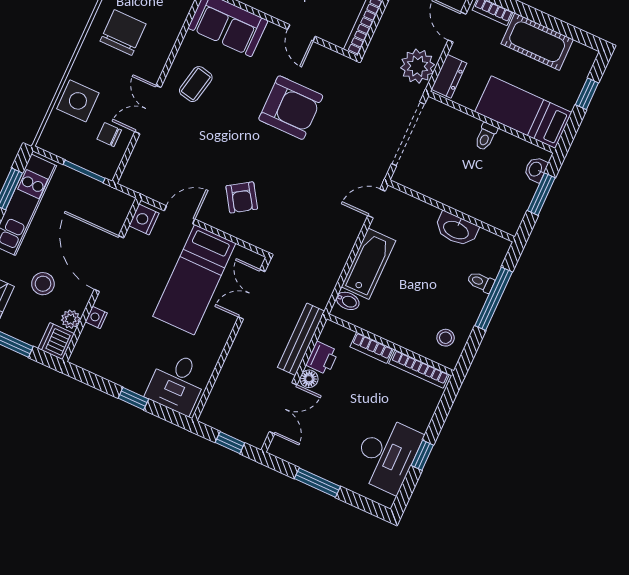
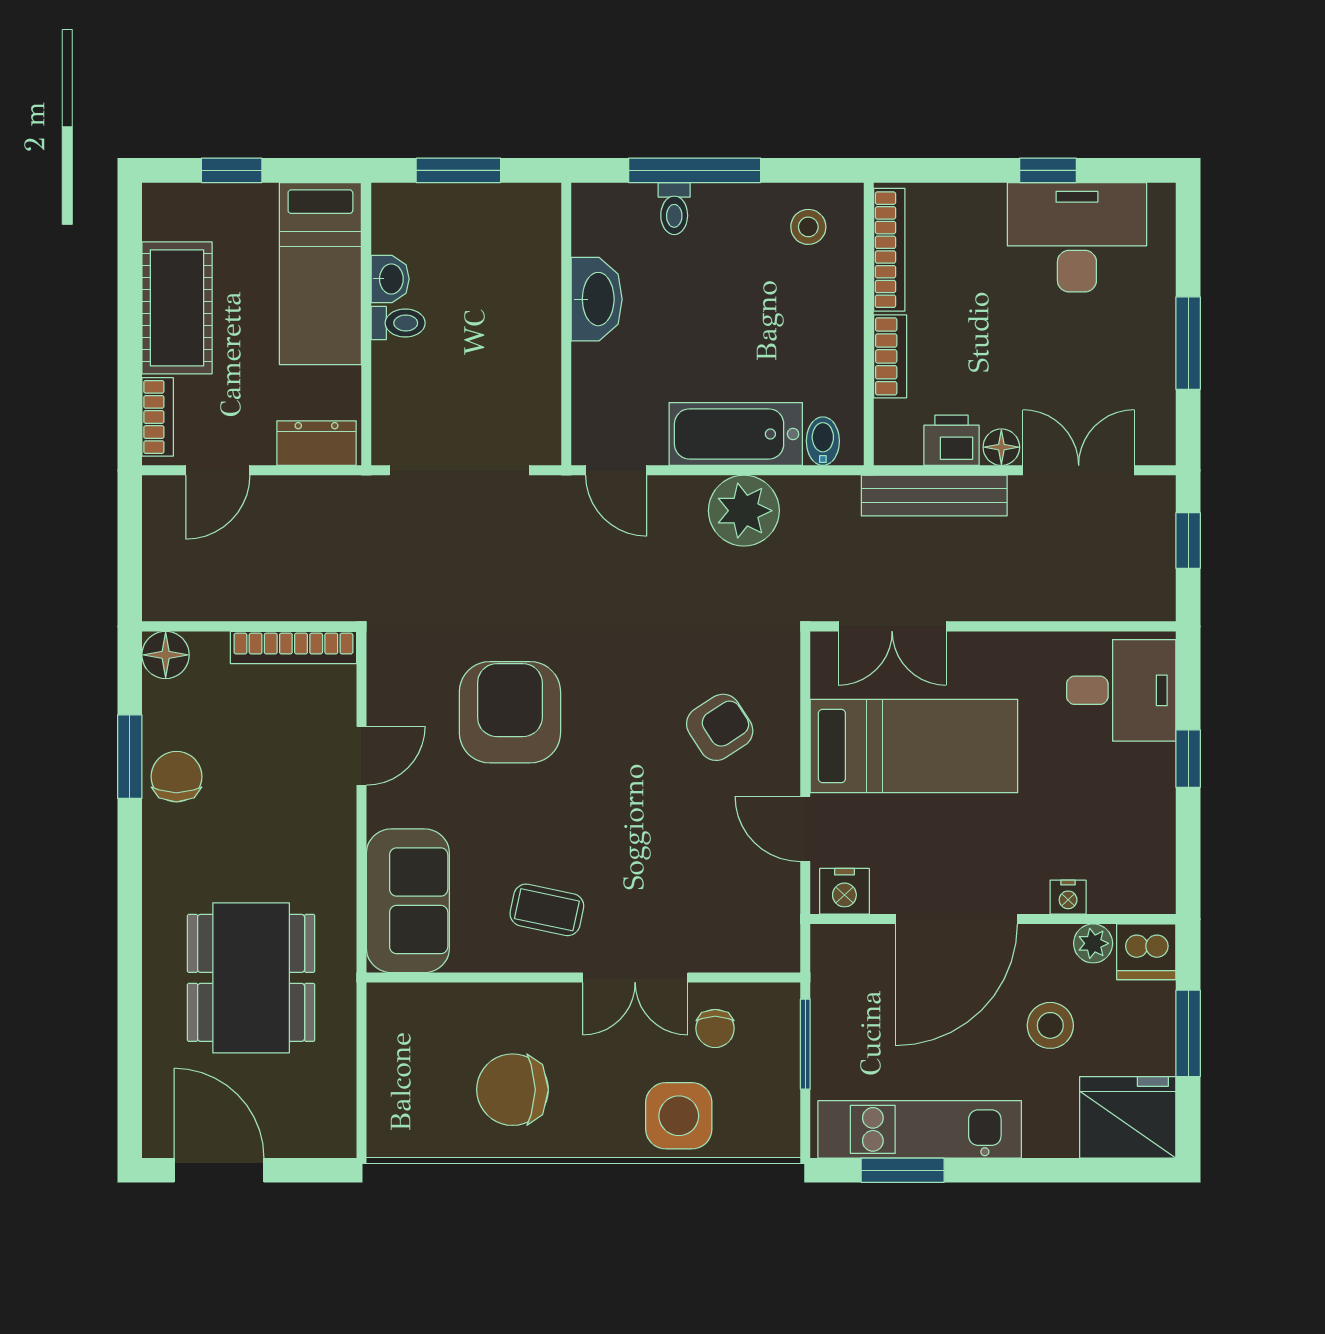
plant: (417, 66) -> (744, 511), moved
washbasin: (536, 169) -> (390, 279), moved, turned -90

